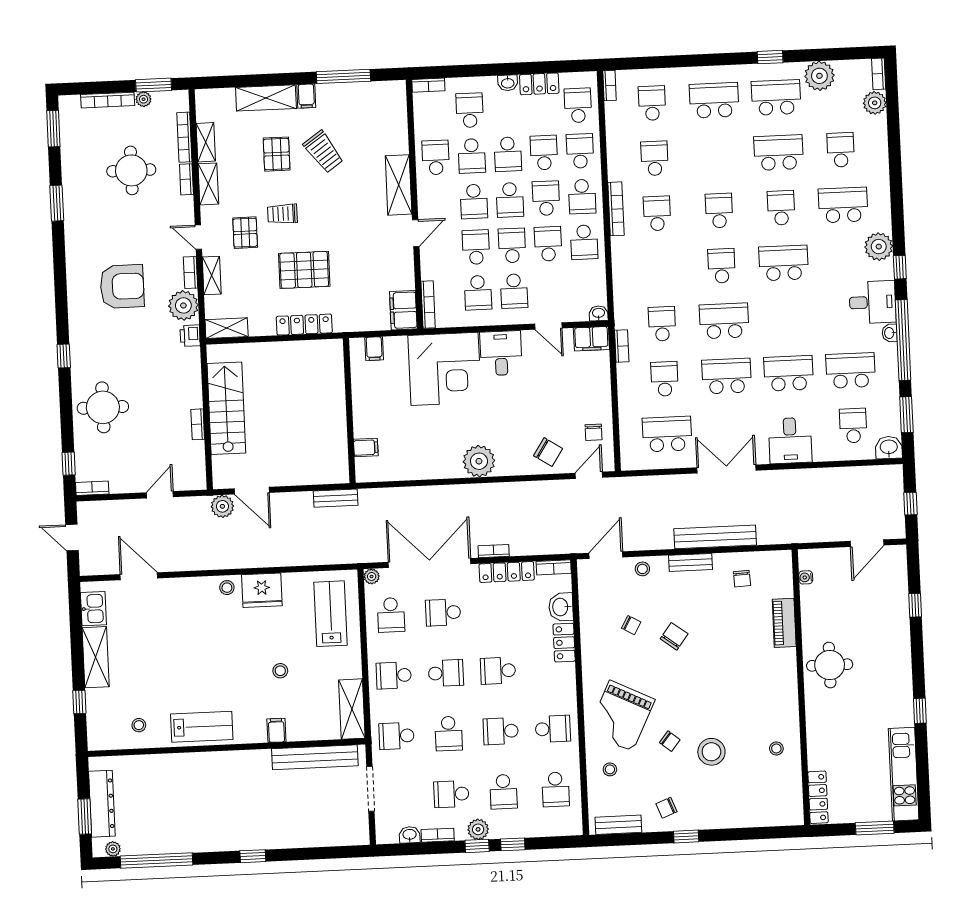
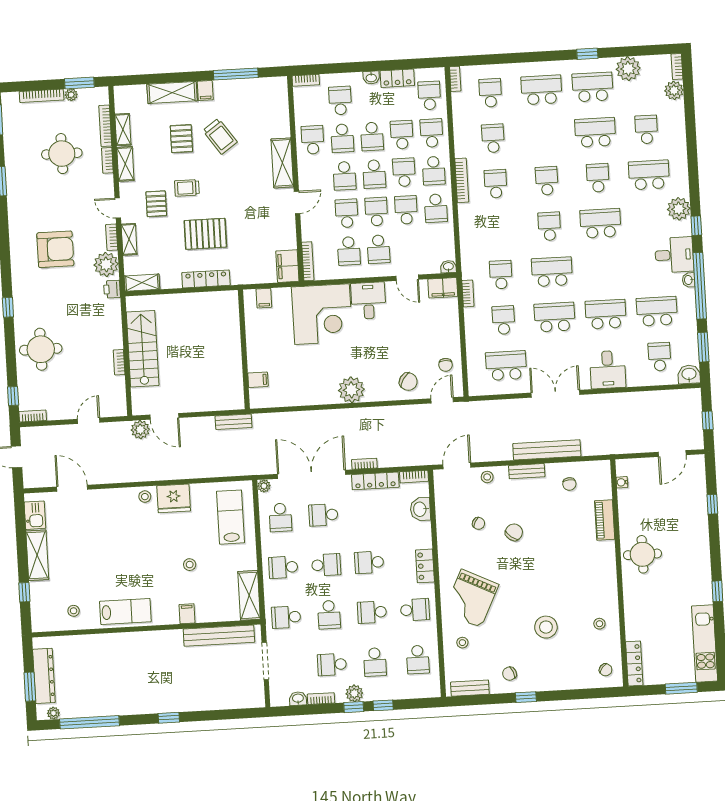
locker: (564, 643) -> (425, 566), moved
chair: (670, 741) -> (606, 670), moved

